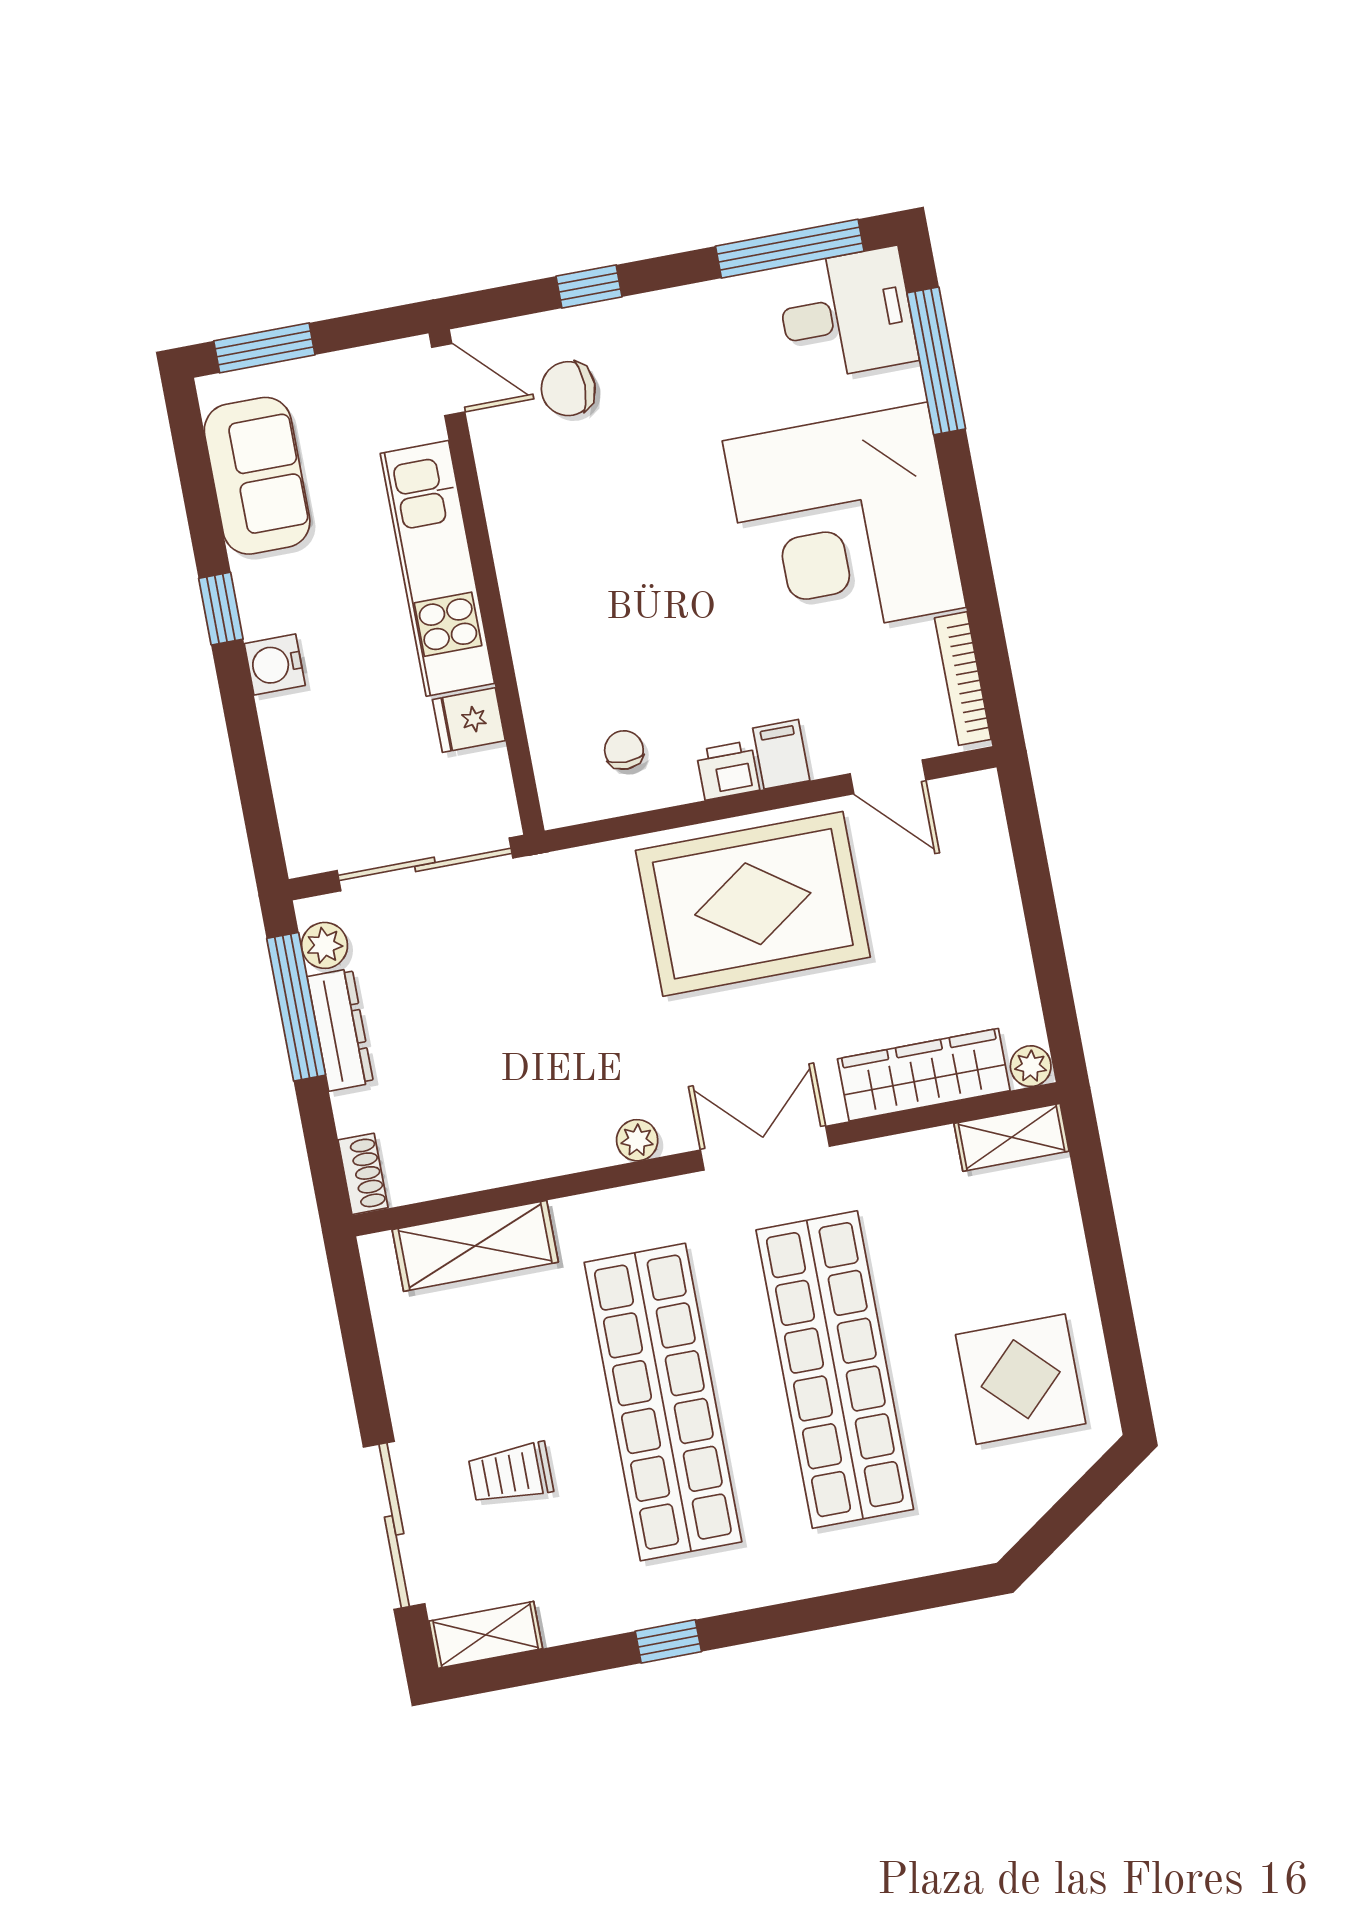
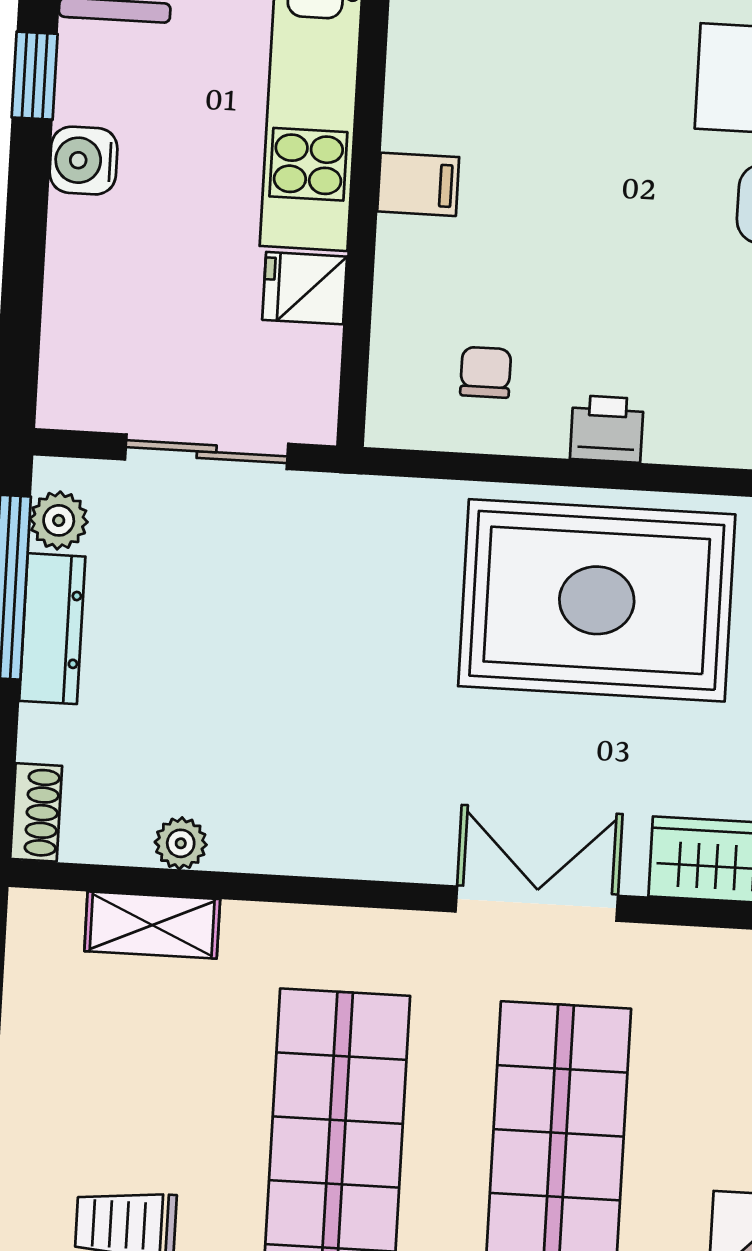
filing cabinet: (781, 754) -> (418, 184), moved, turned 90
sliding door: (425, 864) -> (207, 452), width x0.73
plant: (637, 1140) -> (181, 843), moved
shelving: (475, 1246) -> (152, 925), width x0.67, depth x0.75

